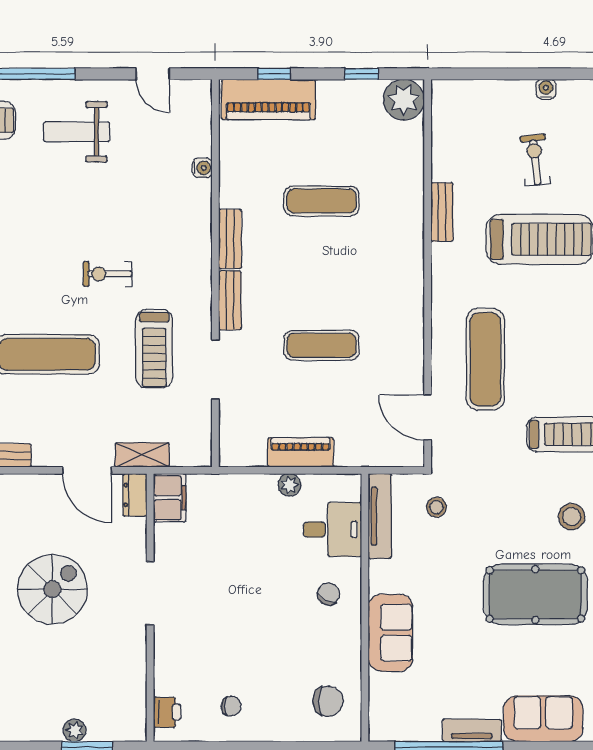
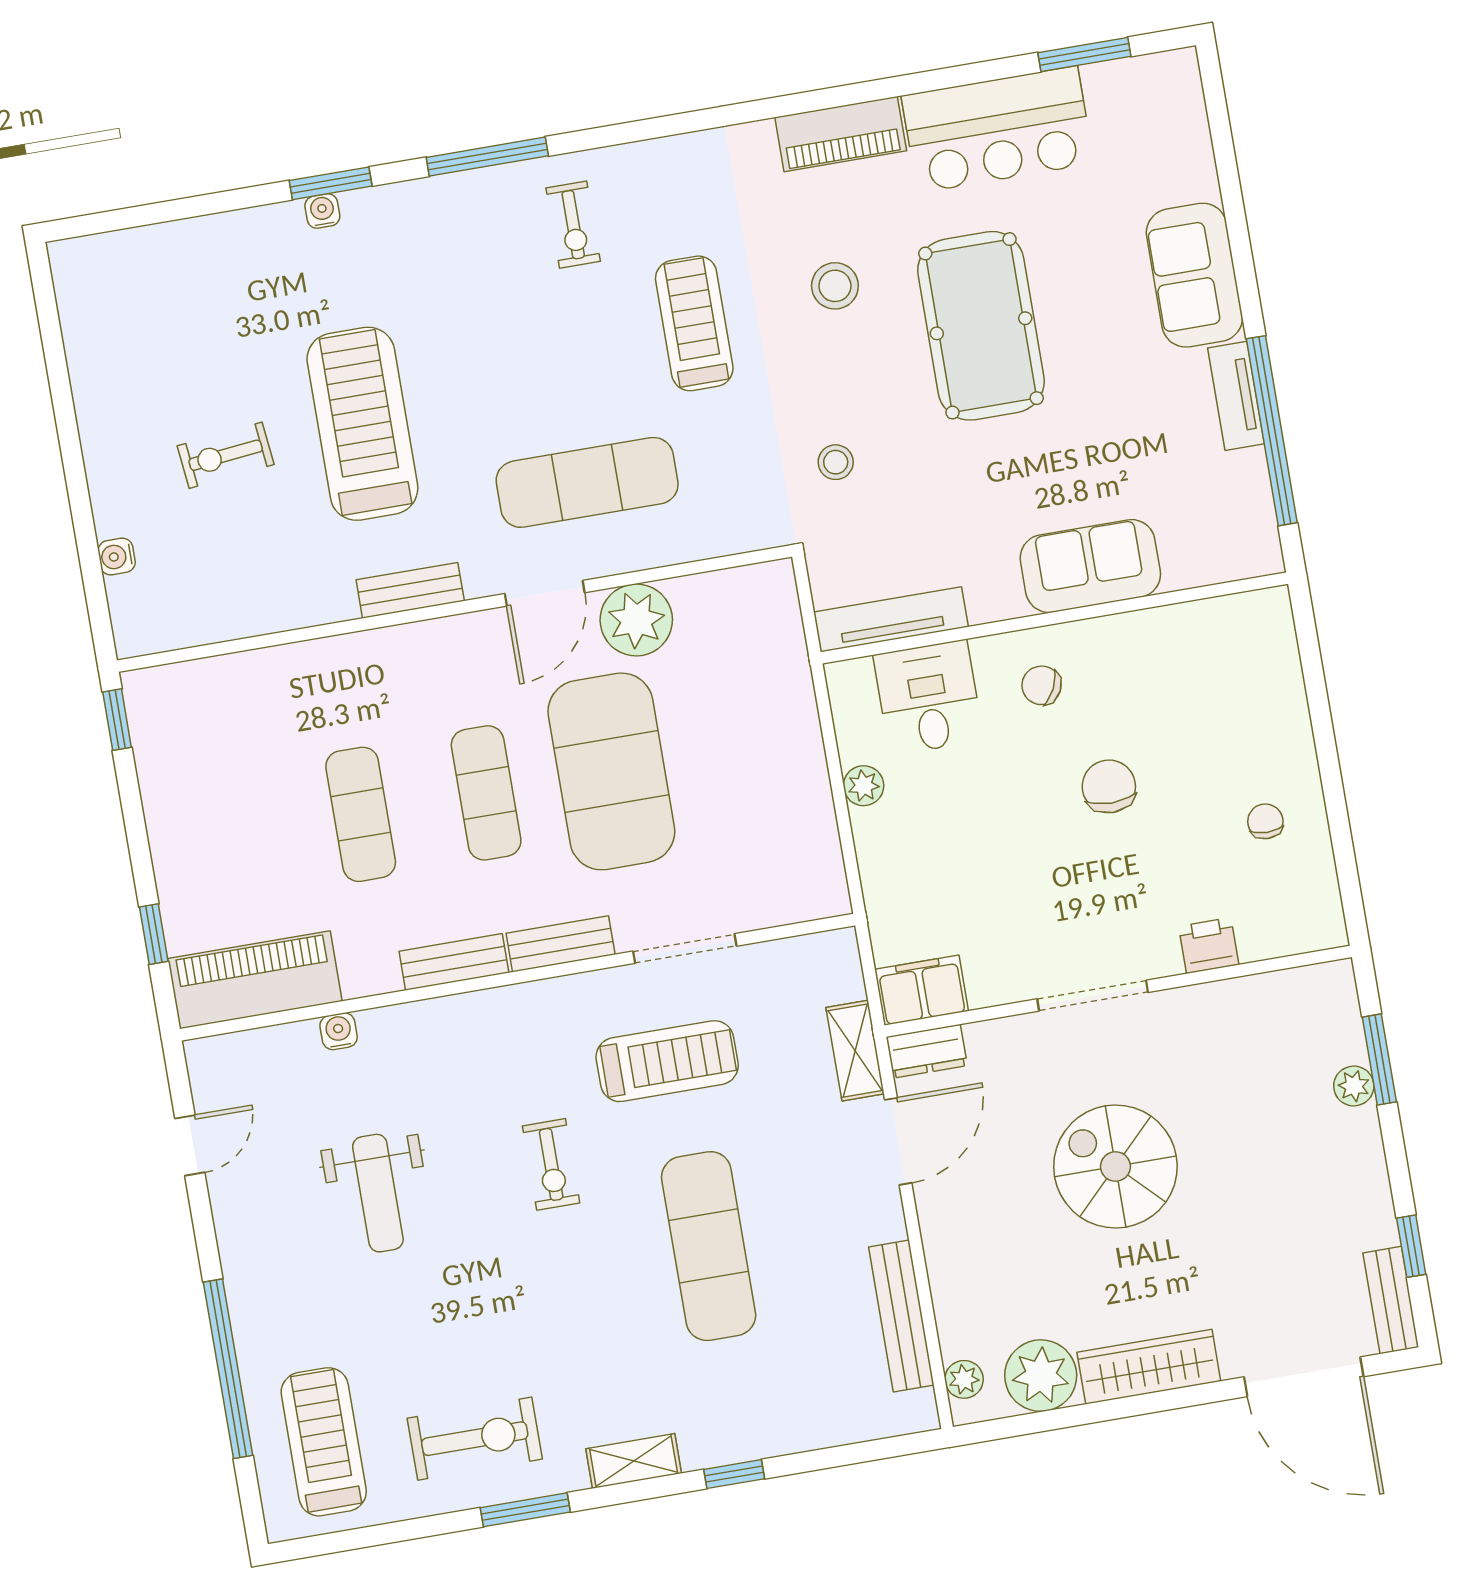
window: (361, 74) -> (117, 720), moved
water cooler: (546, 89) -> (117, 557), moved
piano: (268, 100) -> (255, 980), moved, turned -90
plant: (404, 100) -> (636, 620), moved
weight bench: (77, 132) -> (378, 1193), moved
bench: (442, 212) -> (410, 590), moved
exercise mat: (321, 273) -> (486, 793), added
exercise mat: (321, 345) -> (611, 771), width x2.00, depth x1.45
door: (428, 417) -> (545, 593), moved
piano: (301, 452) -> (804, 776), removed
stool: (436, 507) -> (836, 462), moved
chair: (328, 701) -> (1109, 786), moved
printer: (167, 712) -> (1209, 945), moved

